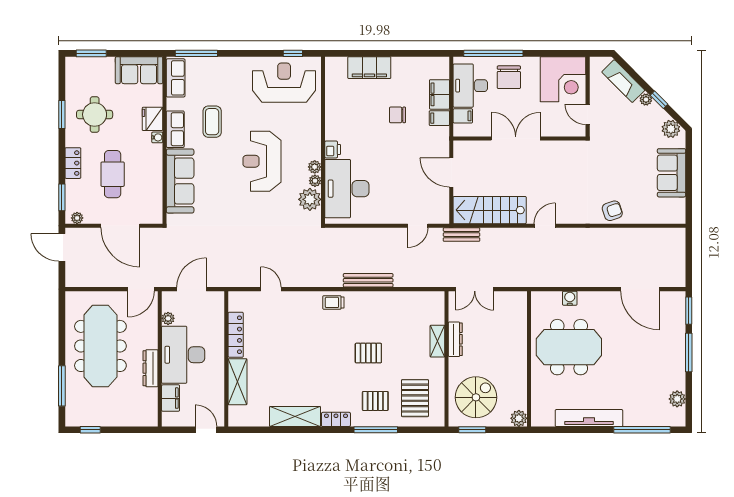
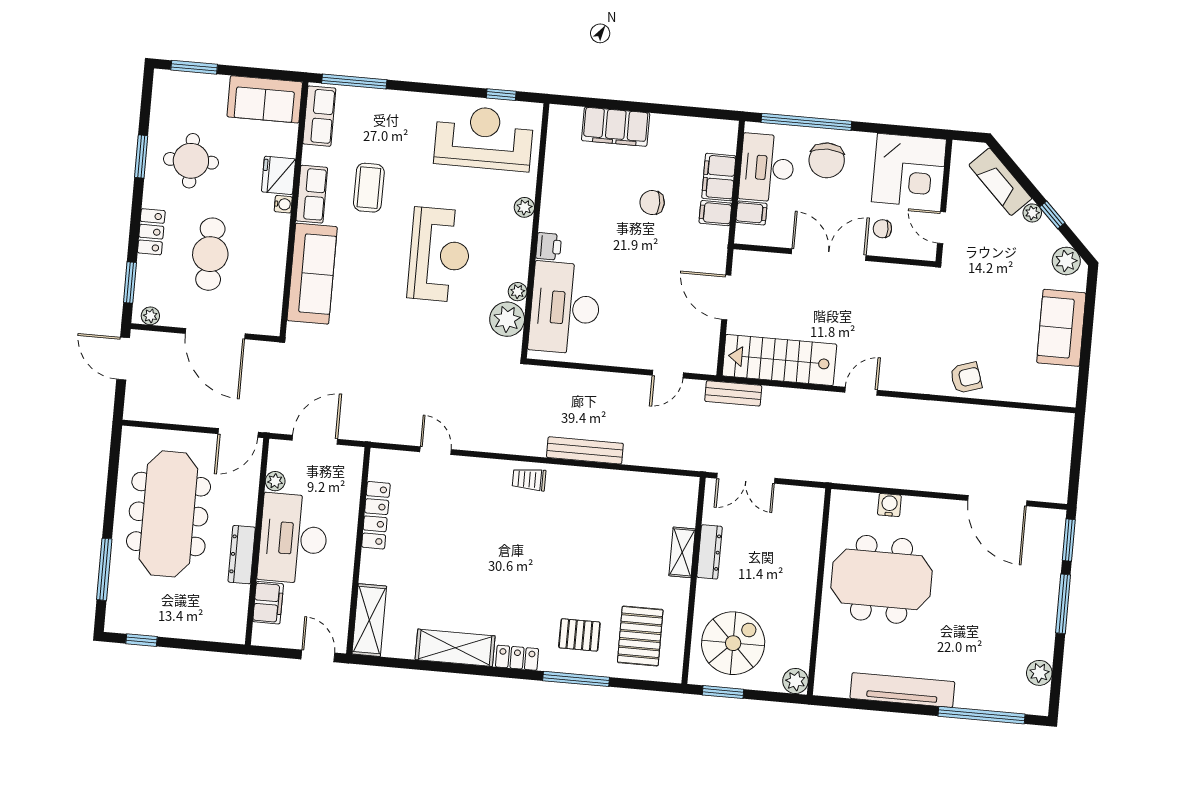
chair: (549, 119) -> (882, 229), added
reception desk: (262, 161) -> (439, 255), turned 180
plant: (315, 167) -> (524, 207), moved
pallet: (368, 353) -> (575, 561), removed
shelving: (238, 382) -> (369, 620), moved

